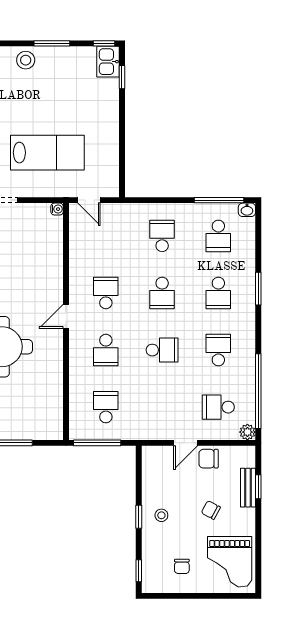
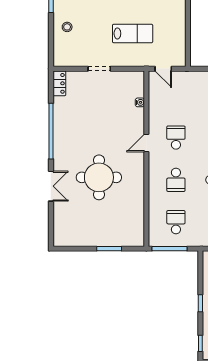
lab bench: (47, 153) -> (133, 33), width x0.73, depth x0.72
water cooler: (57, 209) -> (140, 102), moved
door: (66, 316) -> (146, 143), moved

